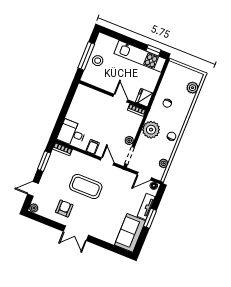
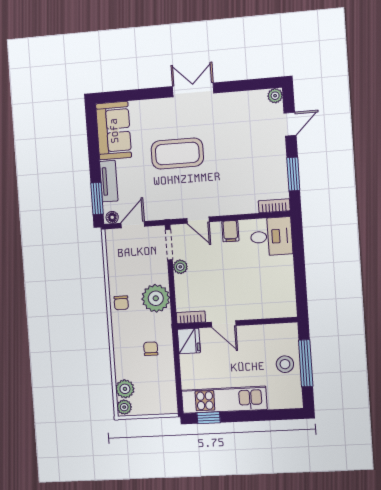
plant: (164, 163) -> (124, 407), moved
coffee table: (86, 187) -> (177, 153), moved
armchair: (64, 208) -> (228, 118), removed
window: (150, 218) -> (97, 199), moved

